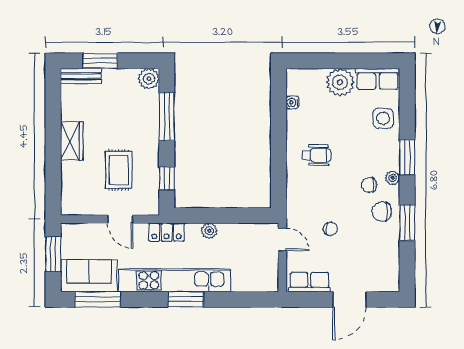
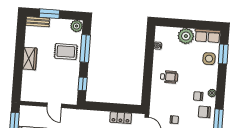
window: (407, 157) -> (223, 54), moved
rug: (119, 170) -> (66, 52), moved, turned 90
plant: (209, 231) -> (105, 116), removed
locker: (167, 232) -> (121, 118), moved

